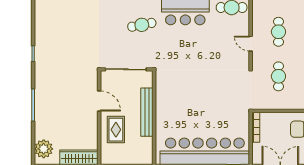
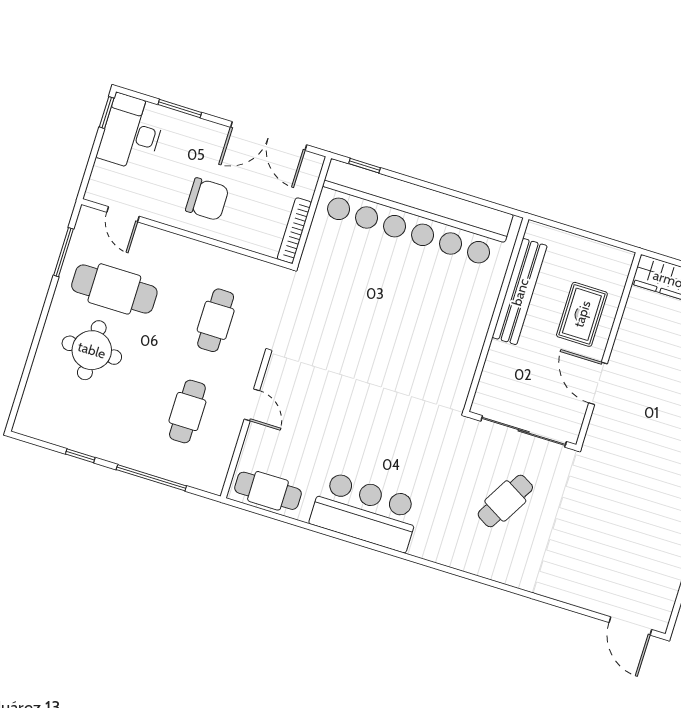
cafe table: (142, 25) -> (505, 501), moved, turned -49
bench: (147, 112) -> (520, 292), moved

